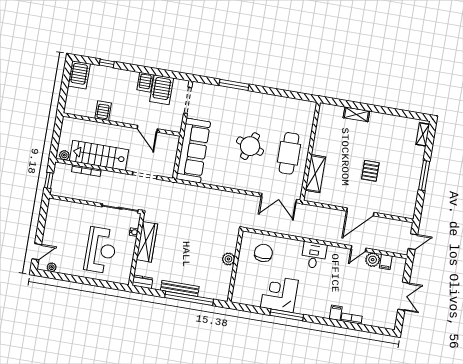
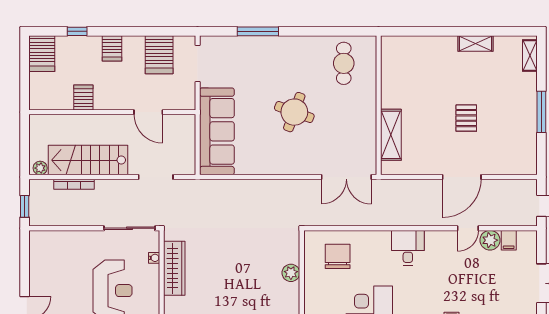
server rack: (145, 82) -> (112, 48), moved
shelving: (356, 114) -> (476, 43), moved
cafe table: (289, 153) -> (344, 63), moved, width x0.73, depth x0.74

